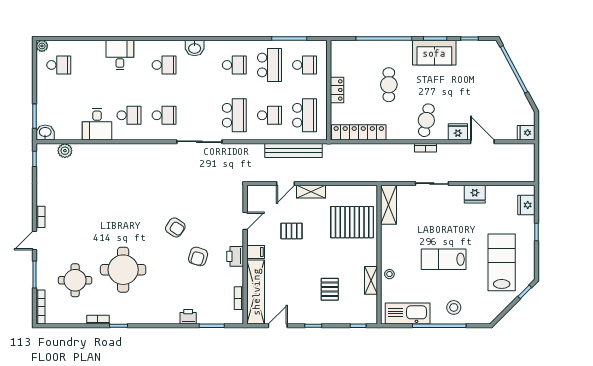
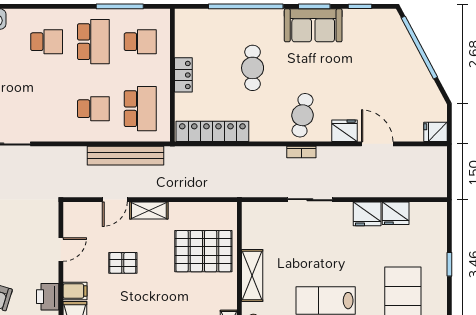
school desk: (234, 115) -> (47, 109), removed
shelving: (388, 205) -> (252, 275), moved
fridge: (526, 205) -> (396, 213), moved, turned -90

